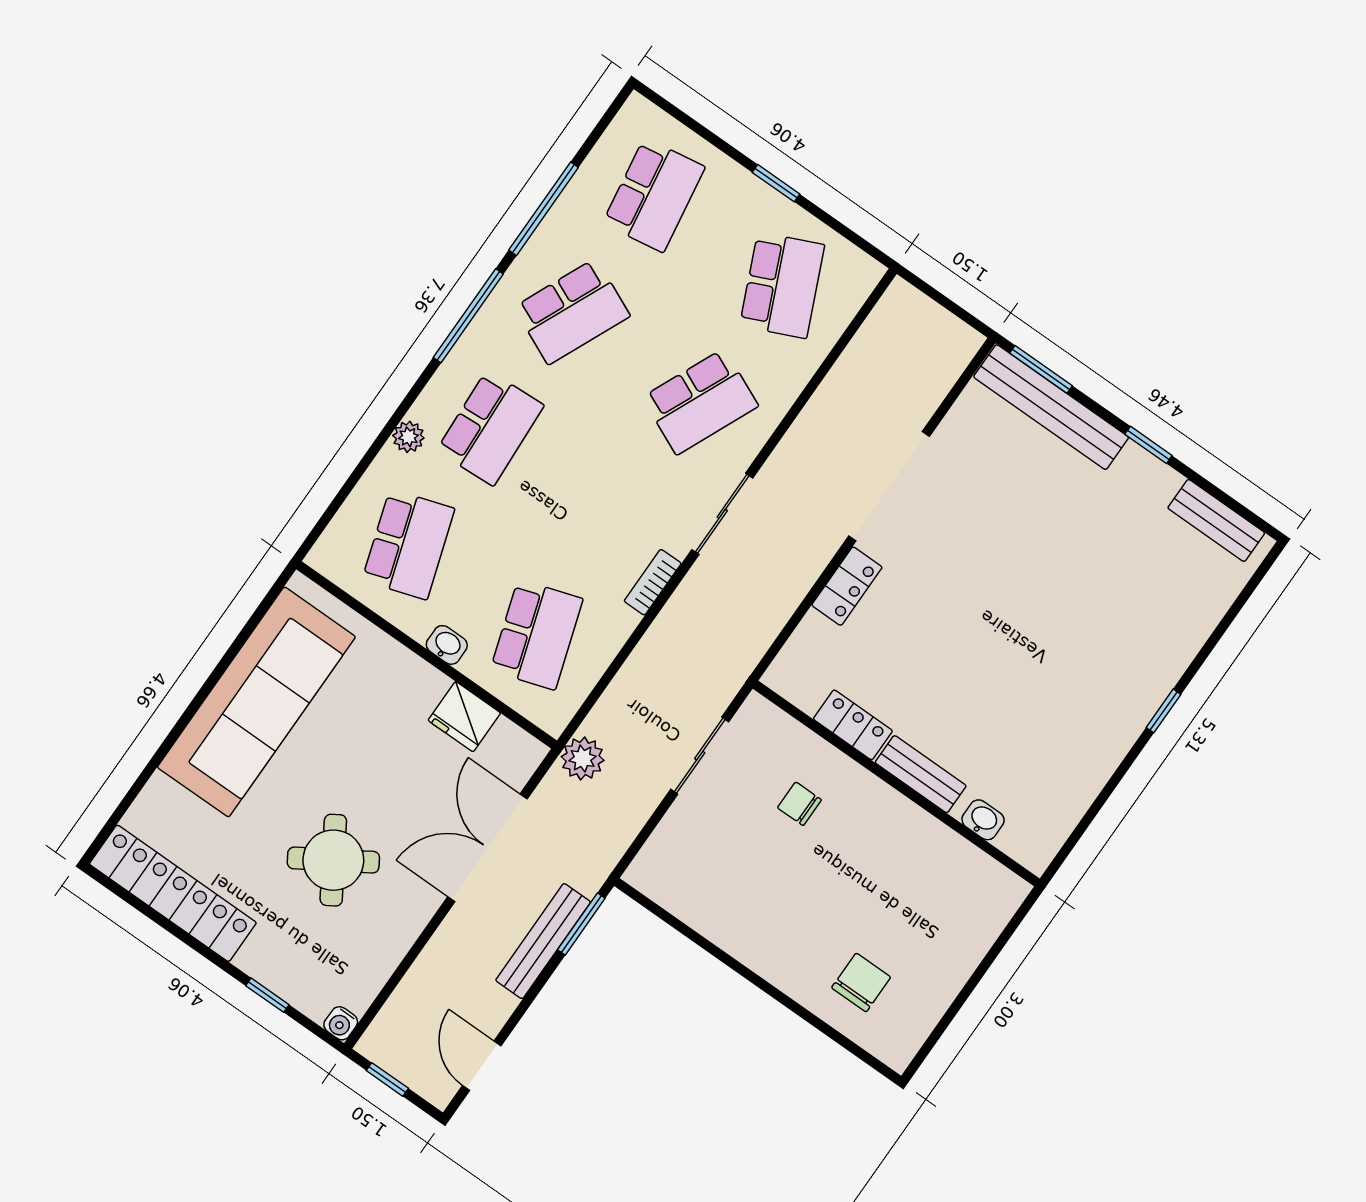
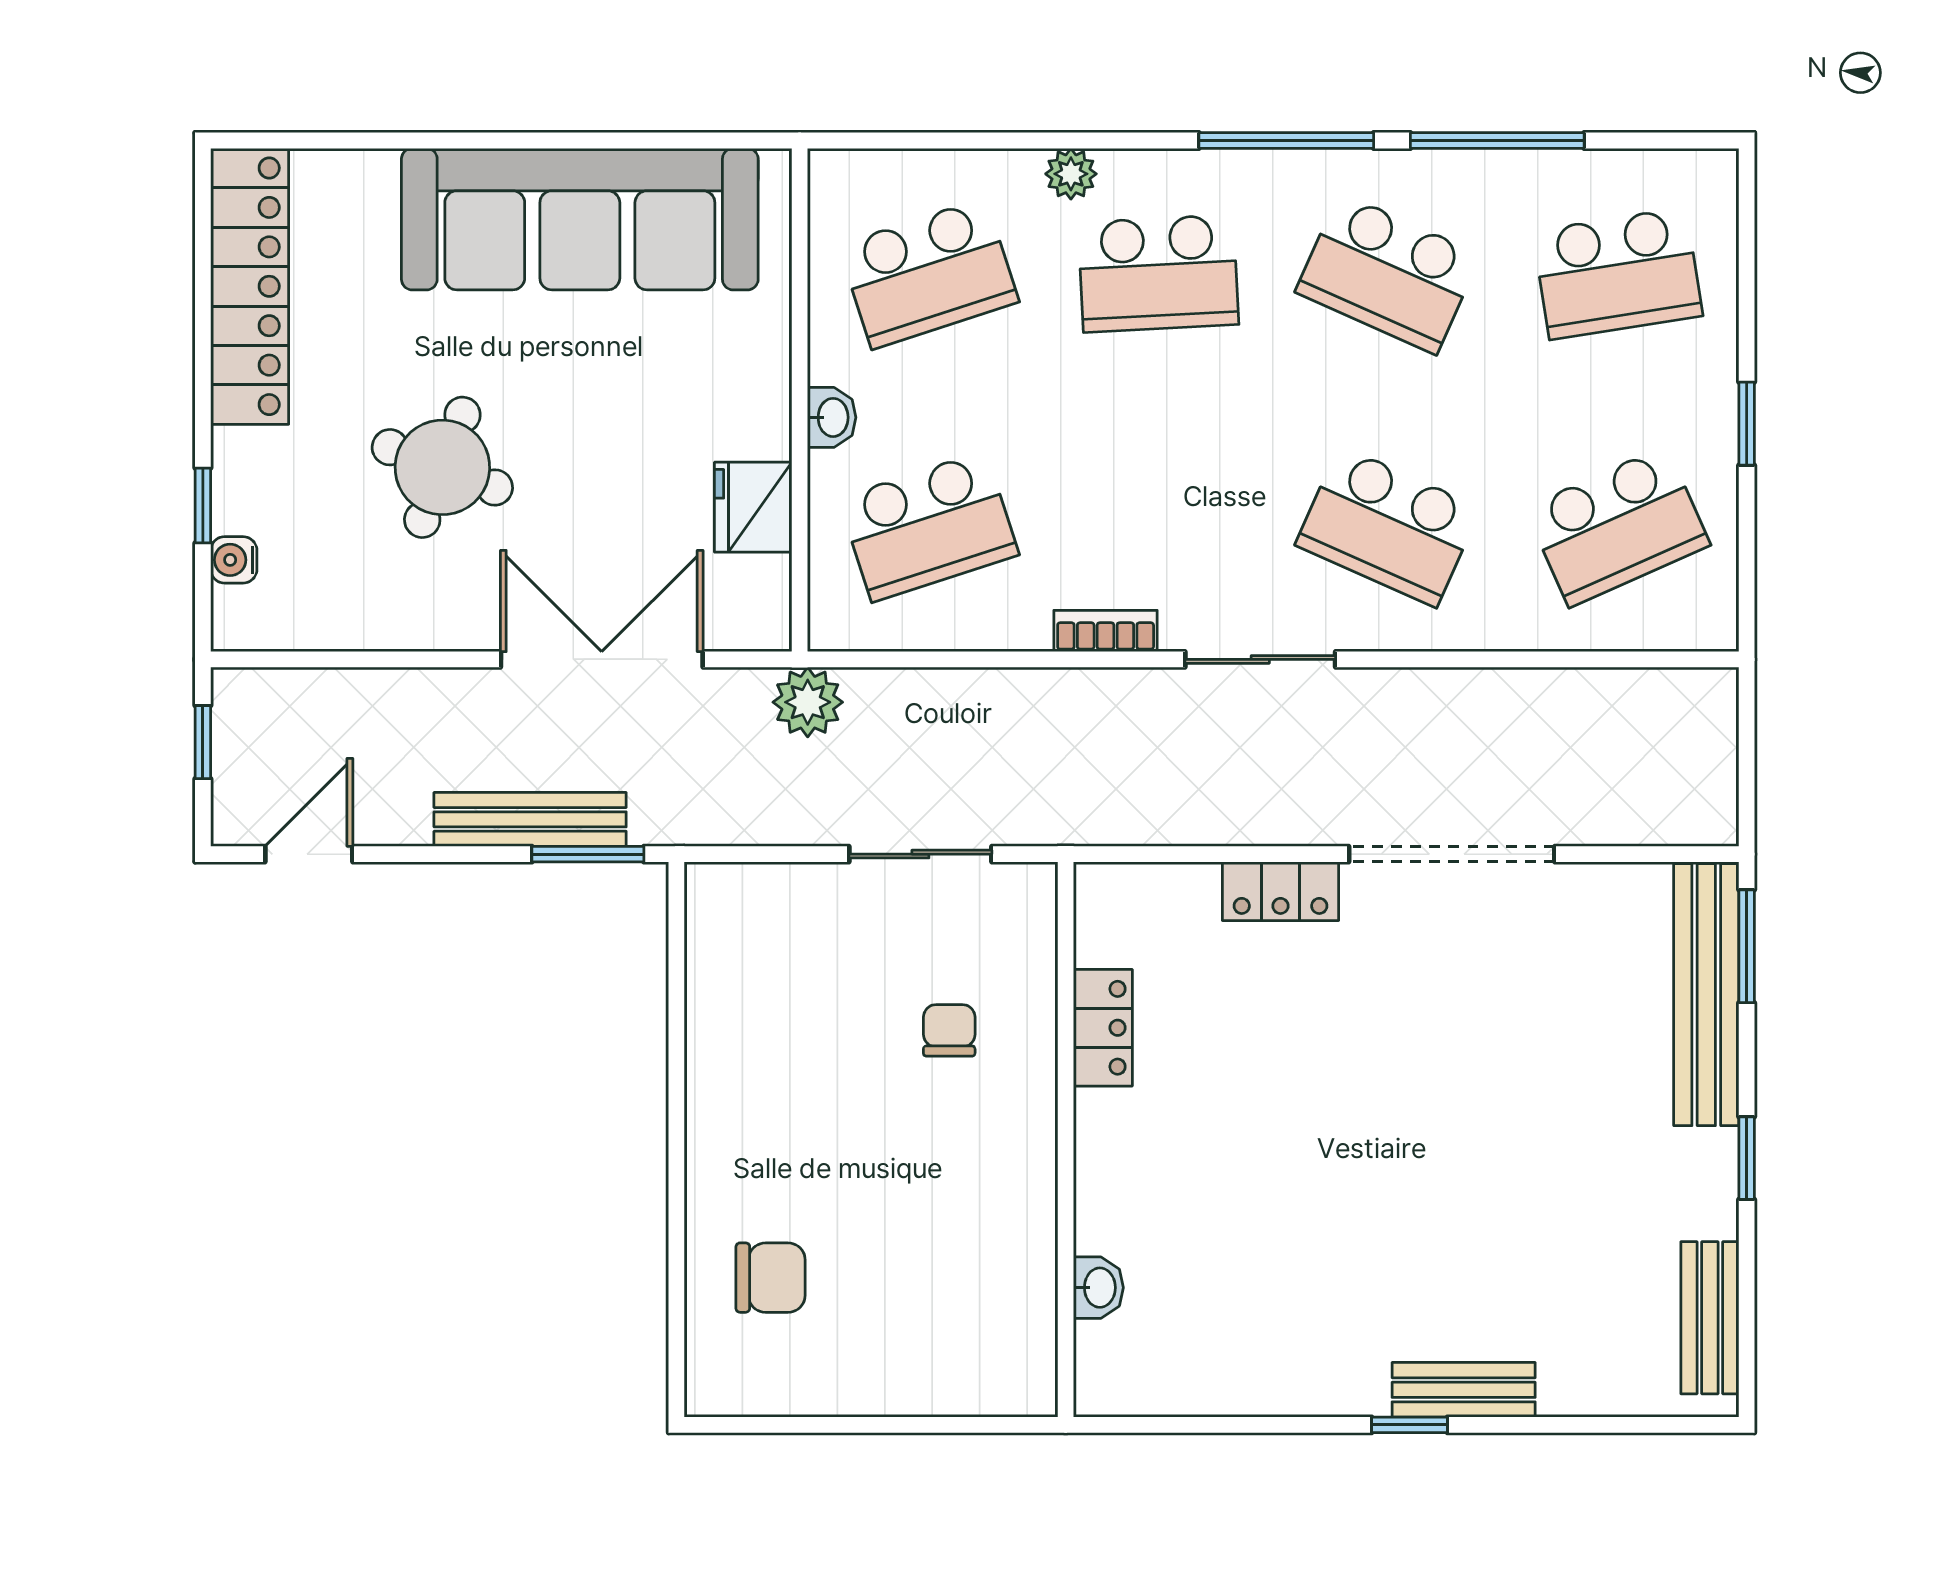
bench: (921, 774) -> (1464, 1390), moved, turned 90
round table: (333, 860) -> (442, 467), turned -37
water cooler: (341, 1023) -> (234, 560), moved

